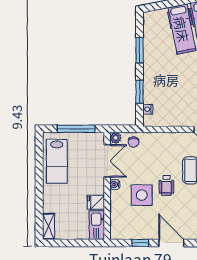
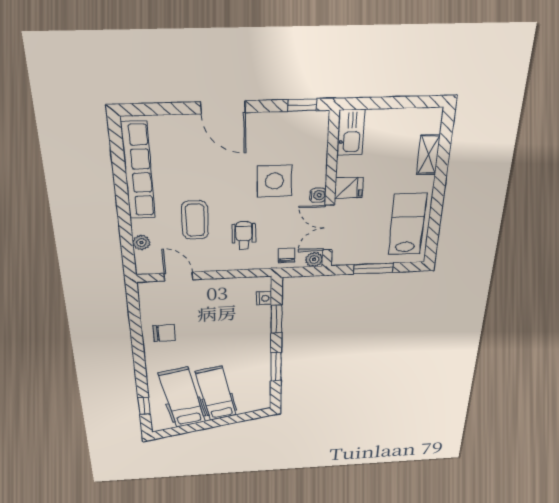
window: (76, 129) -> (374, 269), width x0.69
wheelchair: (166, 185) -> (244, 235), moved
fridge: (96, 202) -> (349, 188), moved
shelving: (49, 226) -> (428, 155), moved
window: (140, 243) -> (302, 105), moved

